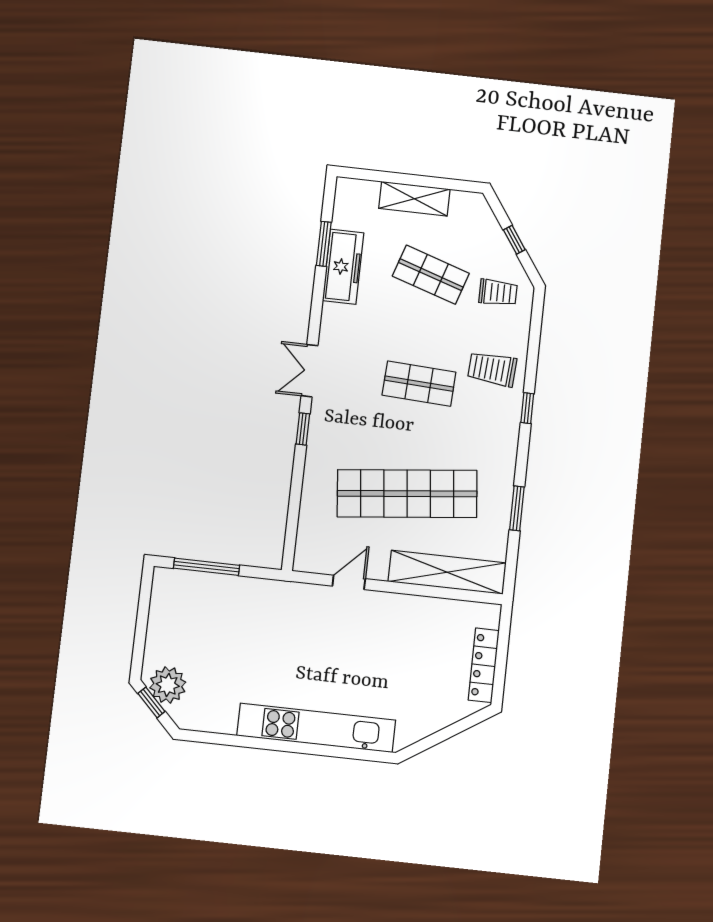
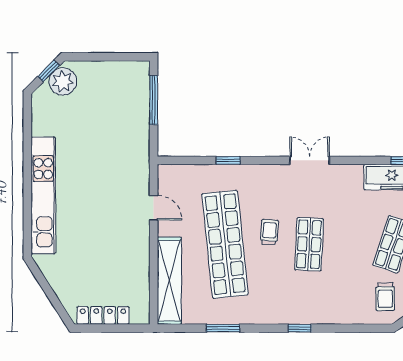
trolley: (492, 369) -> (269, 232), moved, width x0.73, depth x0.72
window: (303, 429) -> (228, 160), moved

